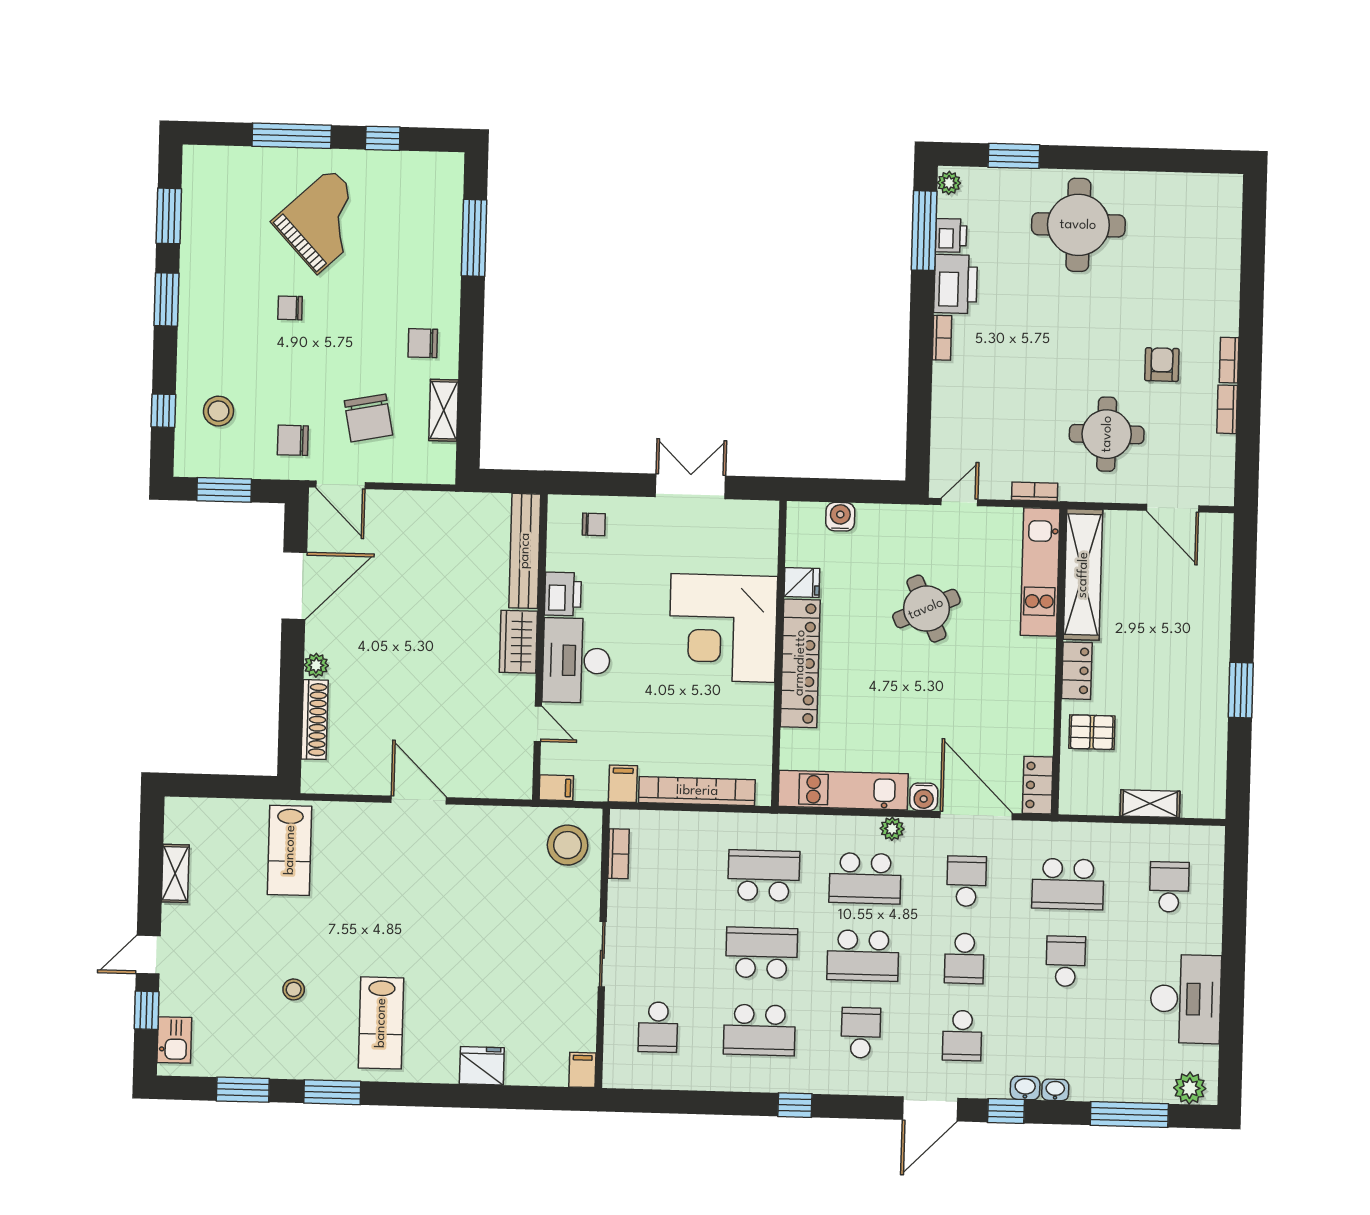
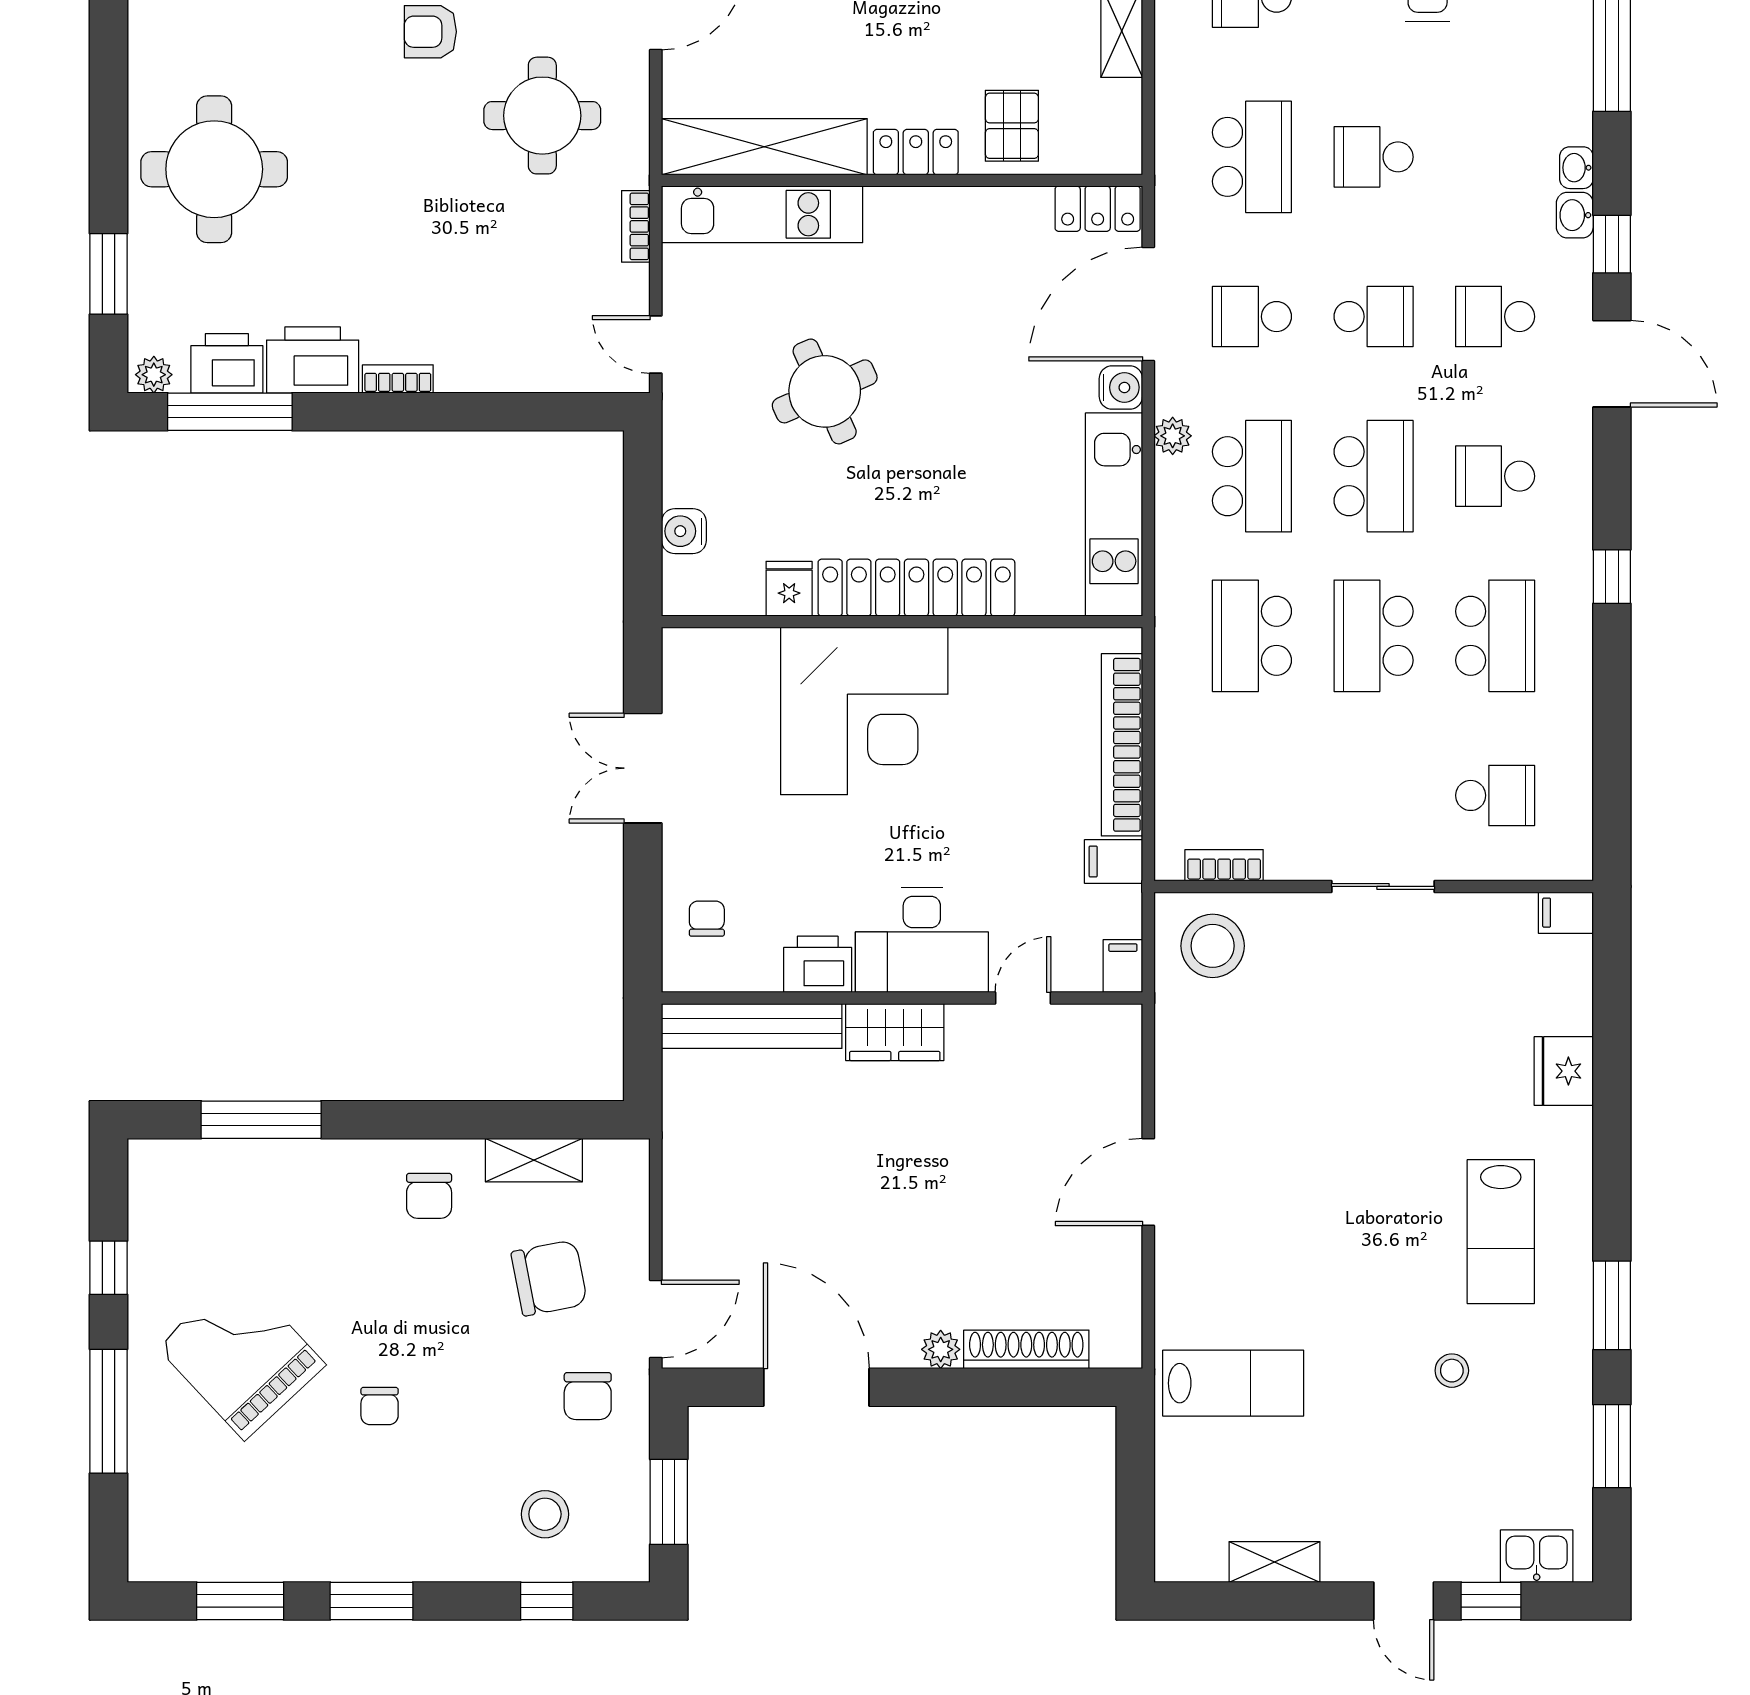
printer: (951, 235) -> (227, 363), width x1.36, depth x1.24
lab bench: (381, 1023) -> (1501, 1232), turned 90
school desk: (962, 1036) -> (1495, 317), turned 180

